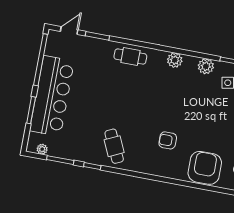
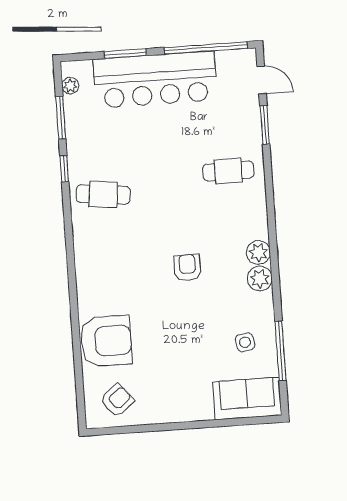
cafe table: (130, 56) -> (228, 171), moved, turned 90
plant: (206, 66) -> (260, 279), moved
armchair: (168, 140) -> (187, 268), moved
cafe table: (114, 146) -> (103, 194), turned 31

